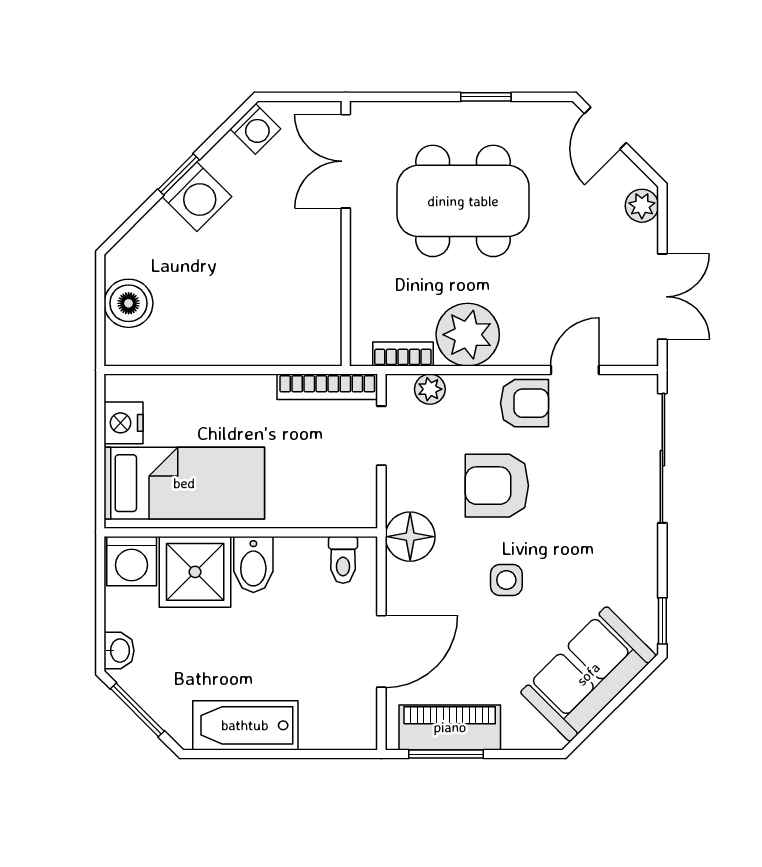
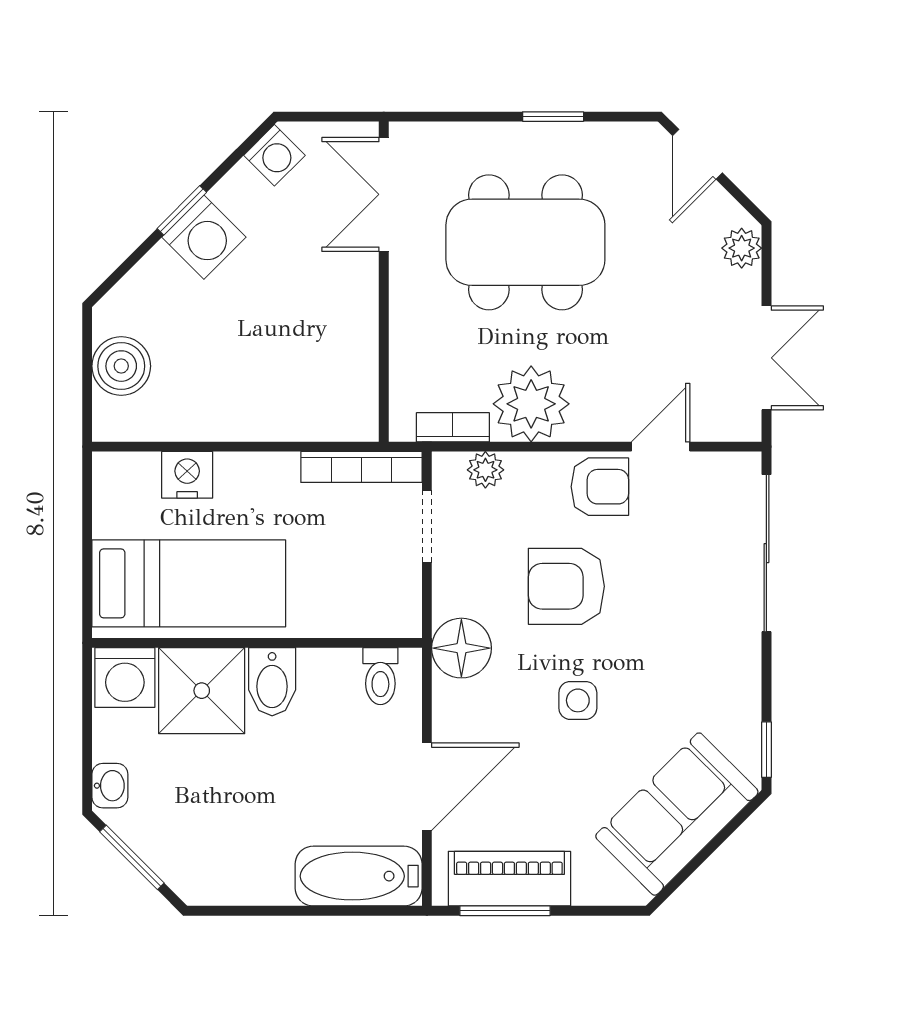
nightstand: (124, 423) -> (187, 475), moved, turned 90
bathtub: (245, 725) -> (359, 876), moved

